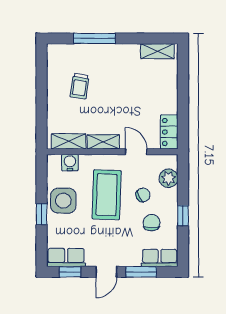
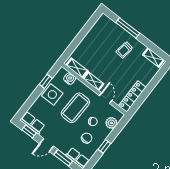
trolley: (80, 86) -> (124, 50), moved
locker: (169, 132) -> (132, 97), width x1.53
window: (42, 214) -> (46, 81), moved

